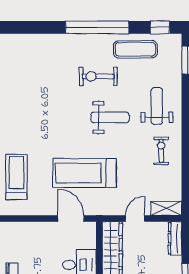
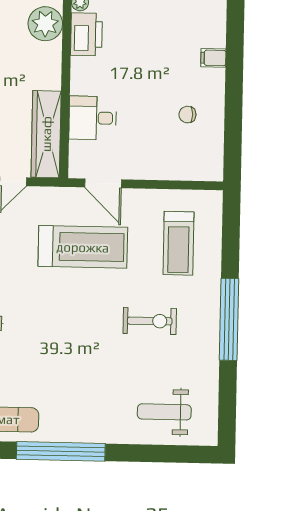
exercise bike: (98, 76) -> (150, 321), moved
weight bench: (110, 117) -> (164, 412), moved

